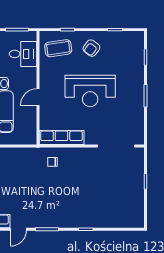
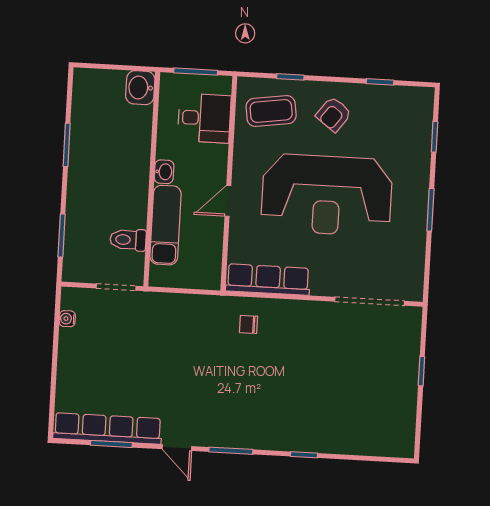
reception desk: (90, 91) -> (327, 195), width x1.36, depth x1.30
door: (18, 229) -> (177, 448), hinge flipped

